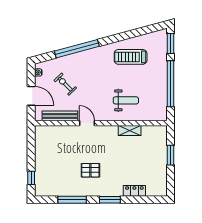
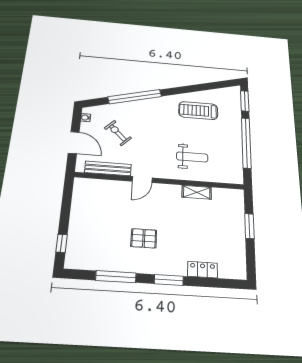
door: (87, 123) -> (142, 180), swing flipped

